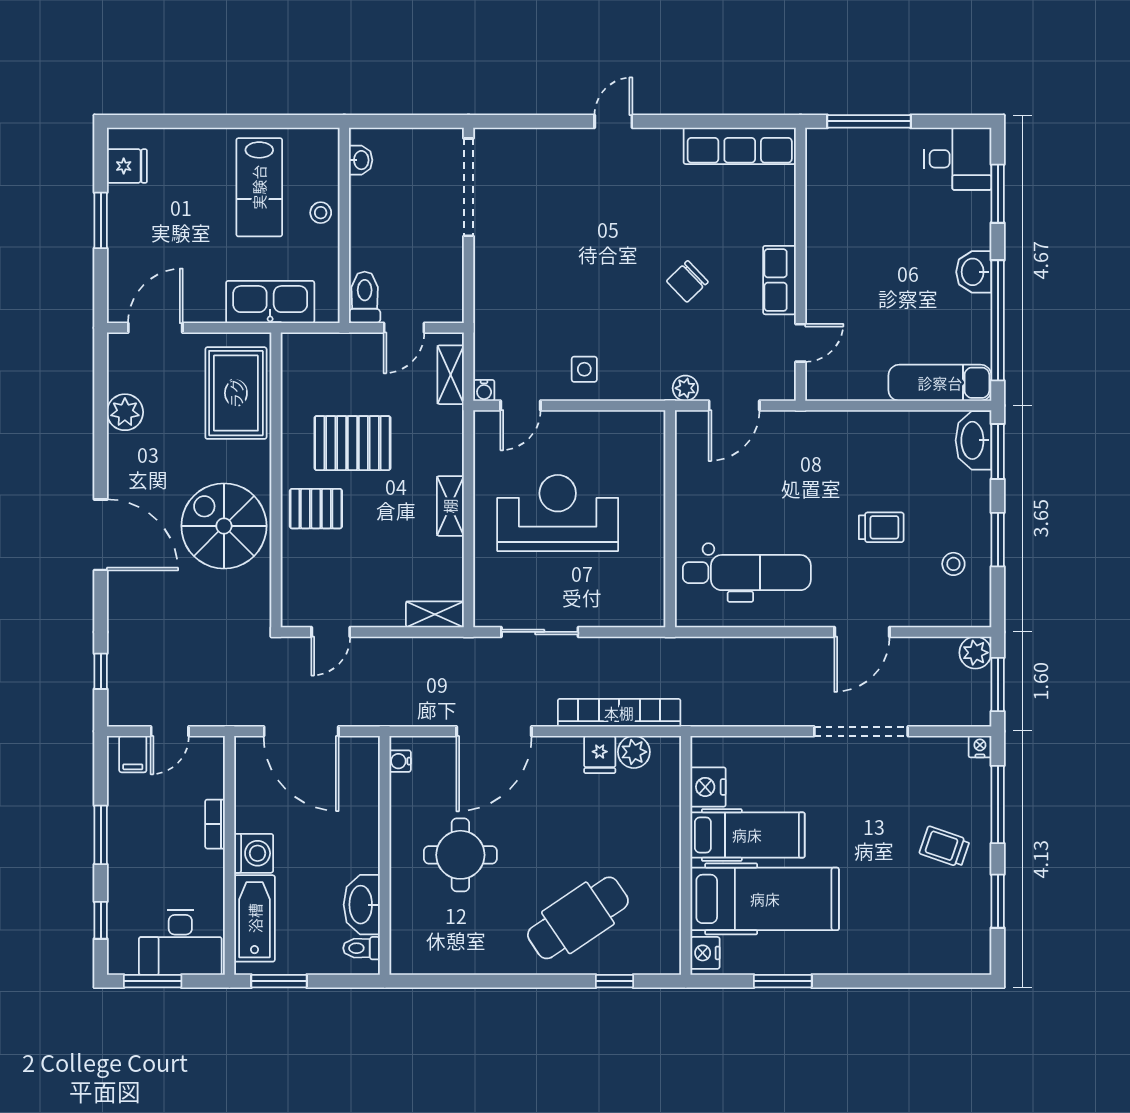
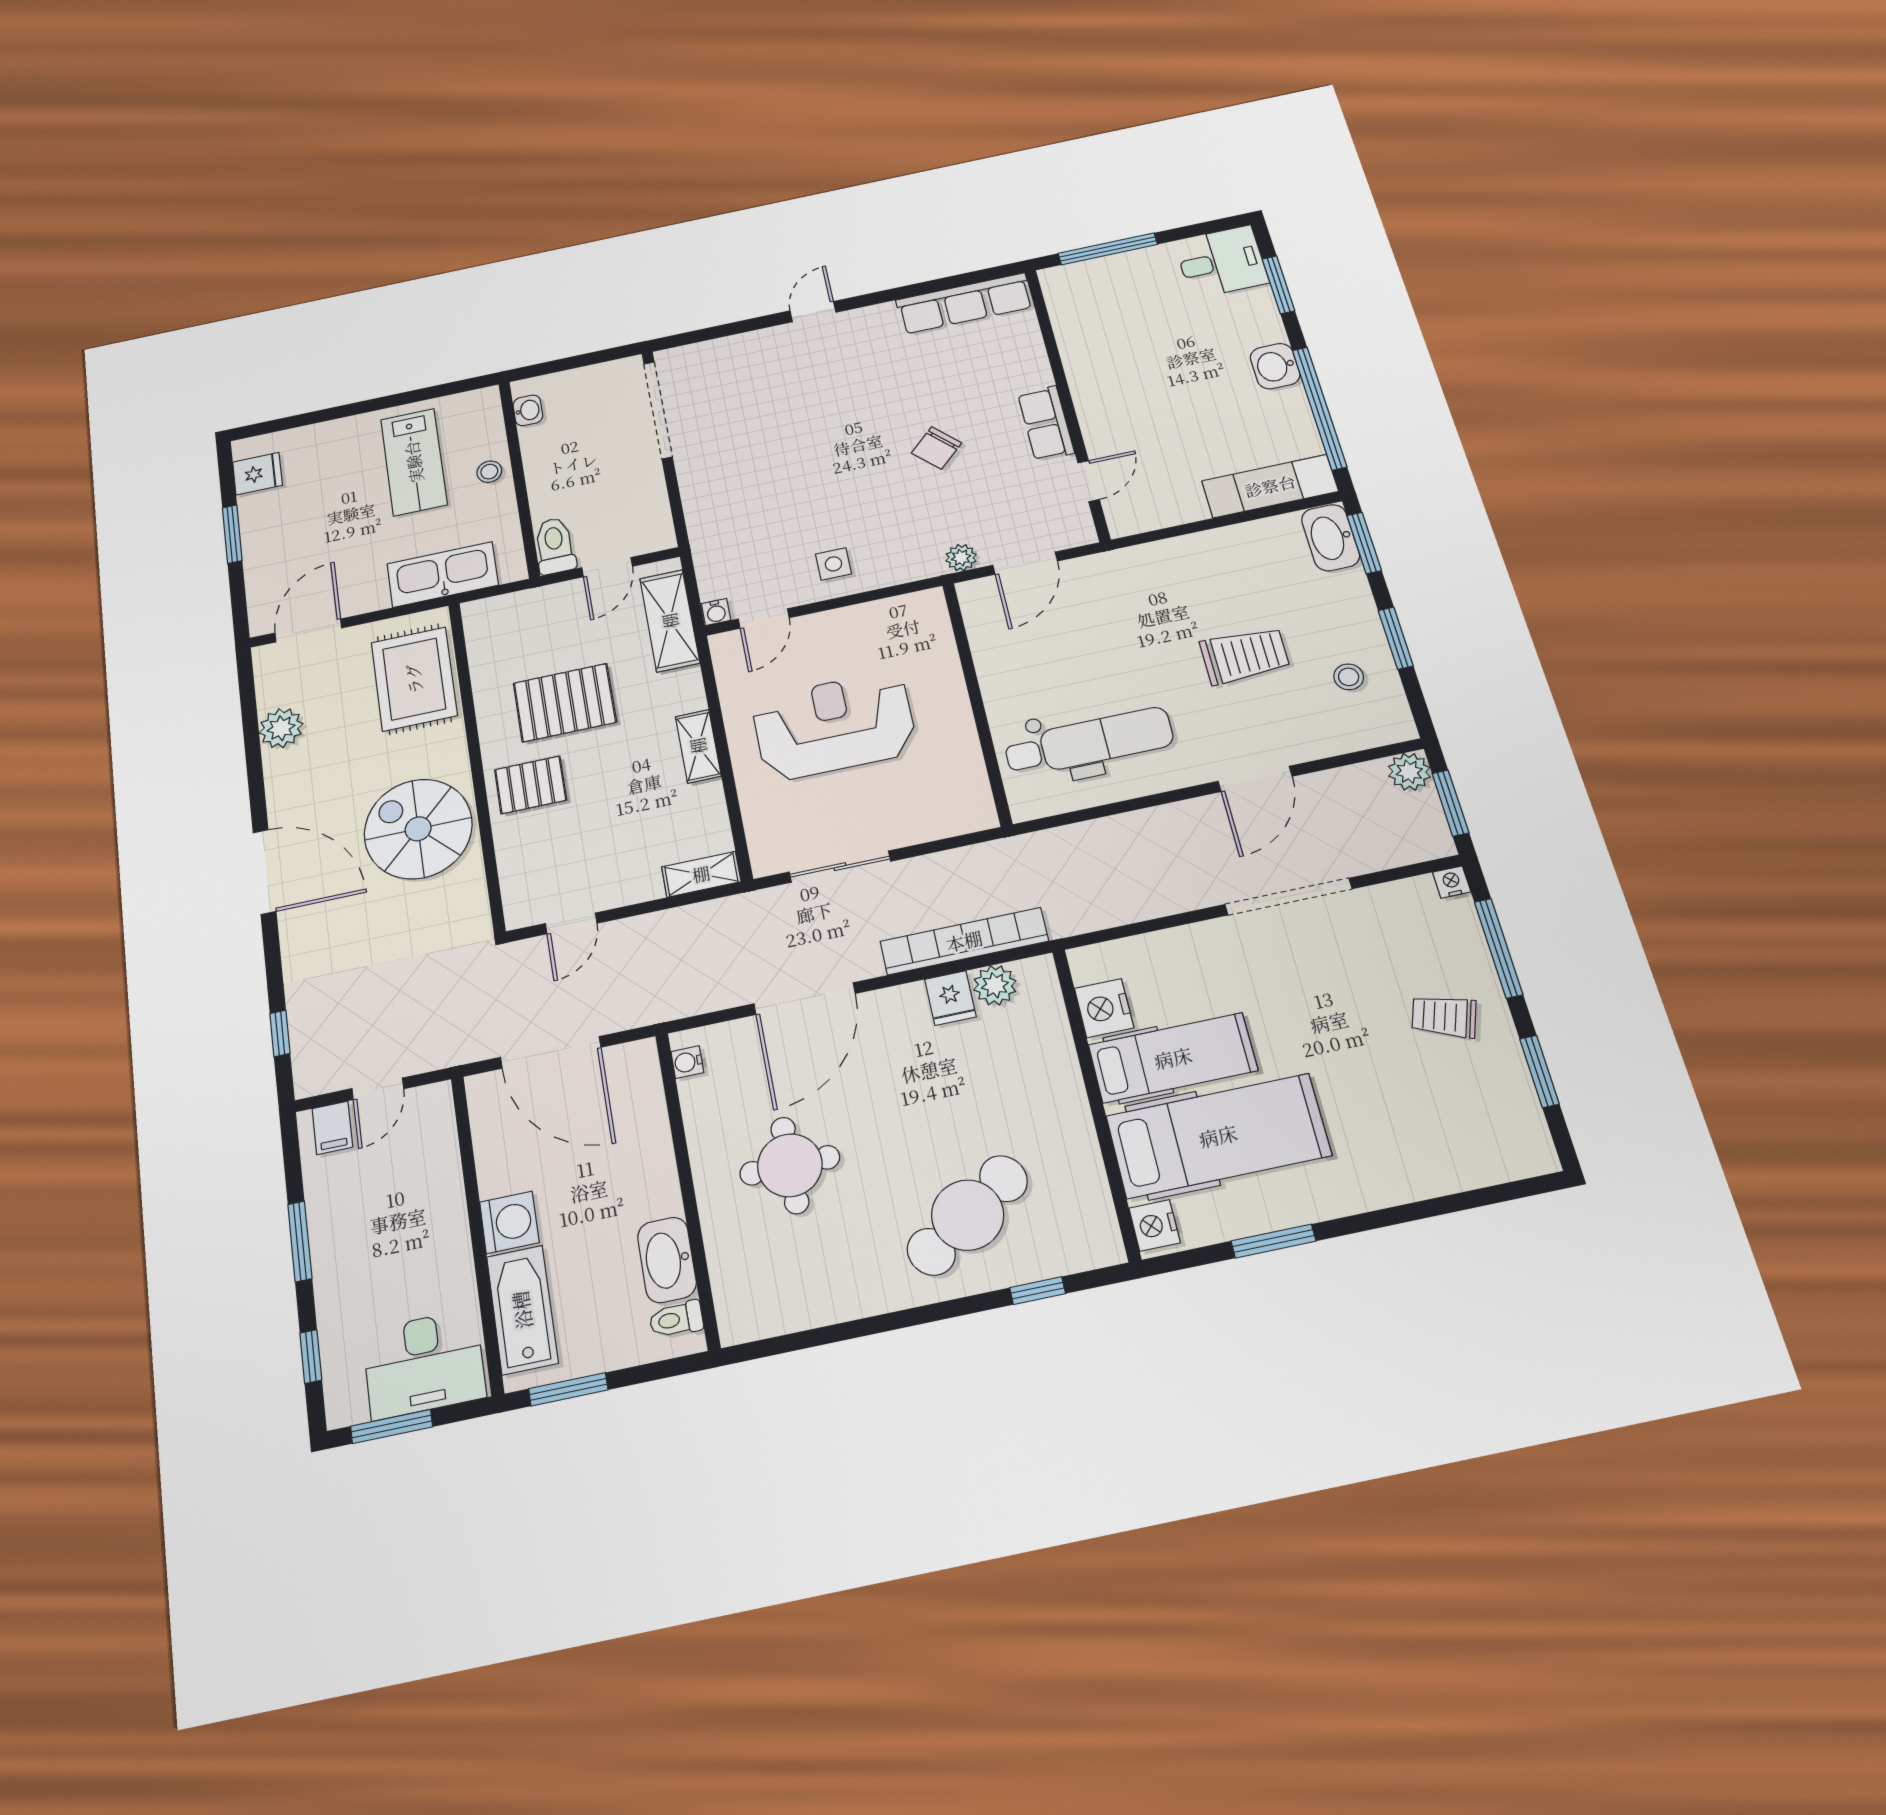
shelving: (451, 375) -> (670, 621), width x1.50, depth x1.33
trolley: (881, 527) -> (1245, 656), width x1.36, depth x1.39
bookcase: (215, 824) -> (452, 1195), removed

